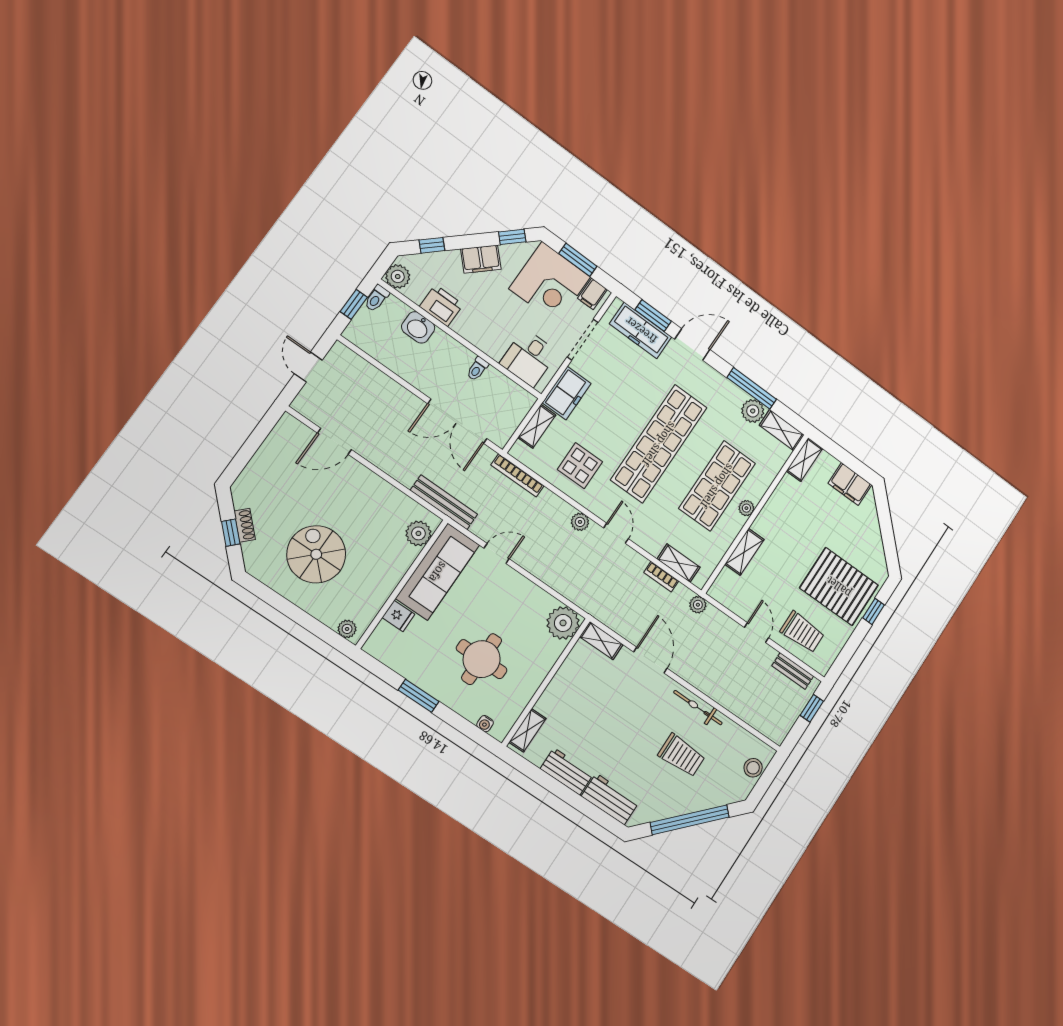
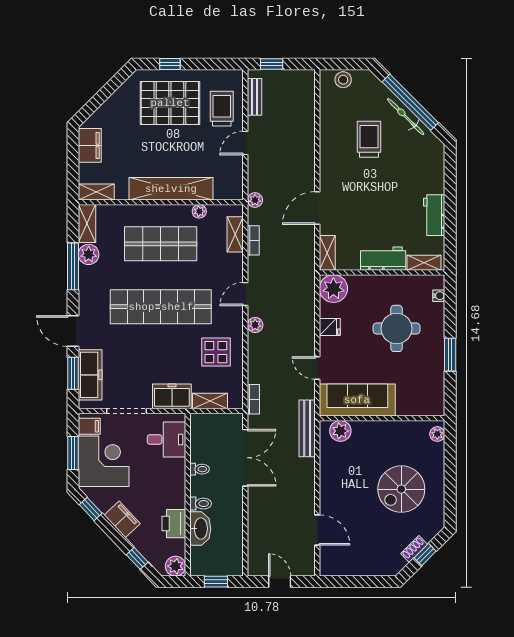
toilet: (377, 298) -> (201, 504), moved
washbasin: (418, 327) -> (200, 529), width x1.38
door: (308, 367) -> (280, 582), swing flipped
bookcase: (517, 475) -> (253, 399), width x0.64
plant: (746, 508) -> (199, 211), moved
shelving: (744, 552) -> (171, 189), width x2.20, depth x1.33
pallet: (839, 587) -> (170, 103), turned 90
fridge: (398, 616) -> (330, 327), moved, turned 90
bicycle: (698, 708) -> (406, 117), moved, turned 135
workbench: (610, 799) -> (383, 259), moved, turned 90

